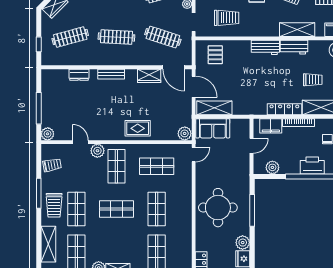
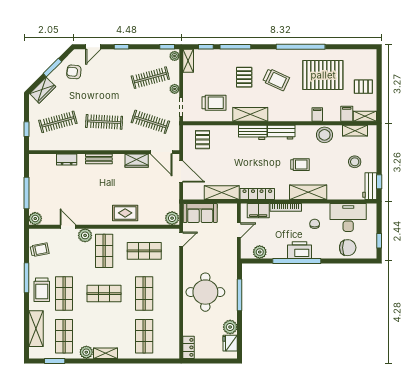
shelving: (297, 30) -> (250, 114), moved
shelving: (214, 108) -> (222, 193), moved
locker: (284, 109) -> (257, 194), moved

